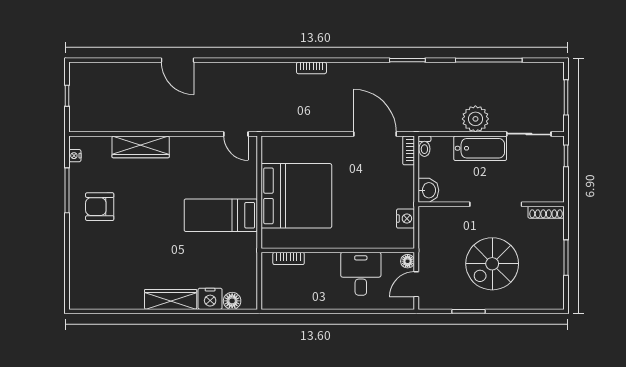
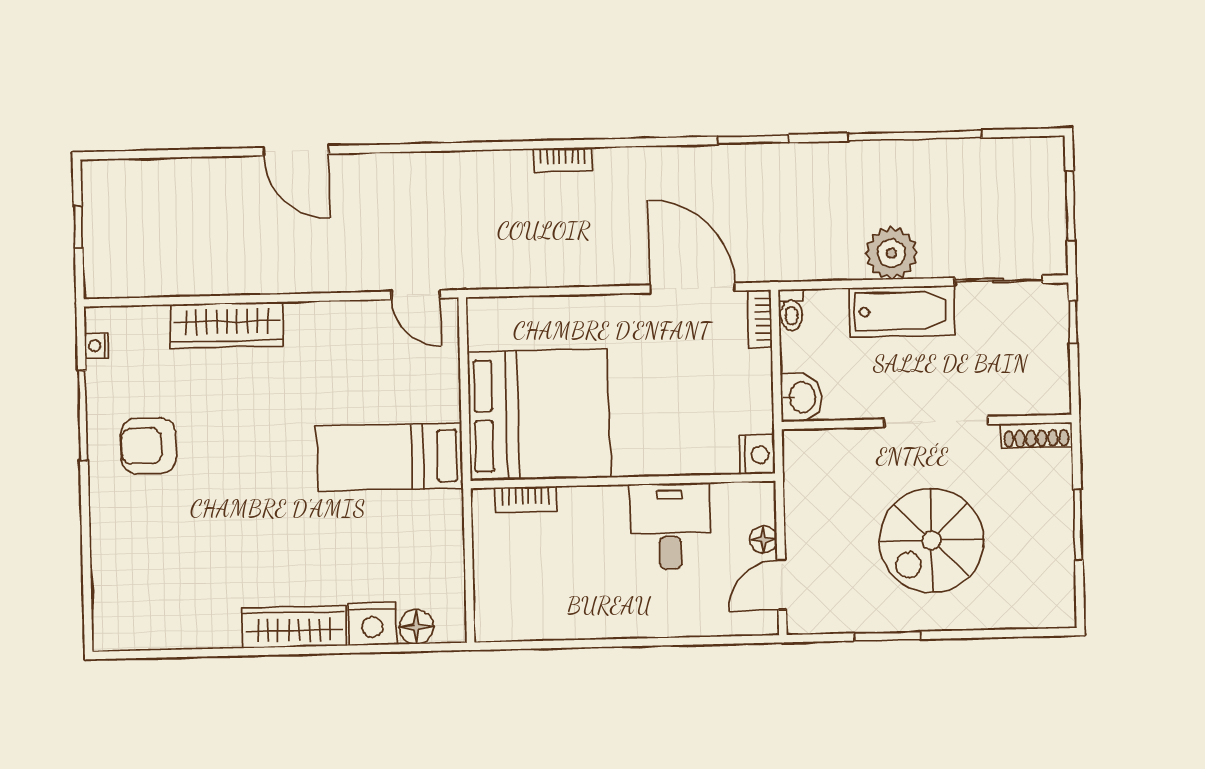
wall: (338, 250) -> (623, 481), moved
bookcase: (289, 258) -> (525, 499), moved
desk: (361, 274) -> (670, 526), moved

